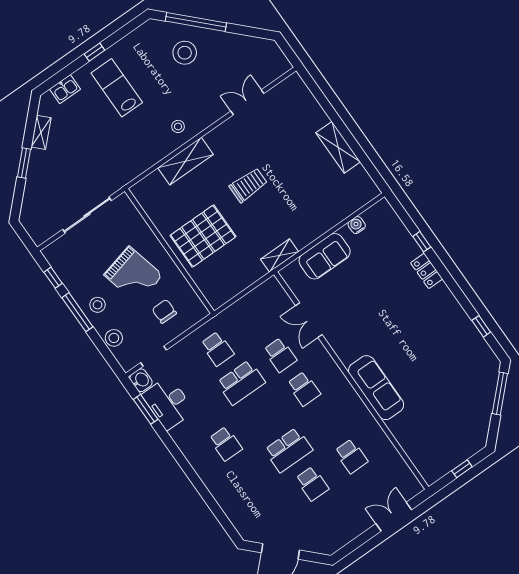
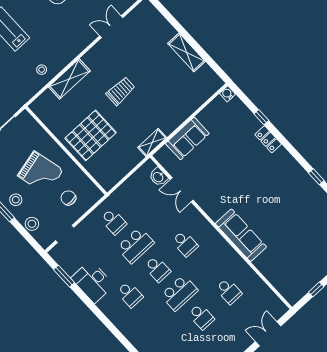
stool: (178, 126) -> (42, 70), moved
water cooler: (357, 225) -> (227, 94), moved
school desk: (280, 355) -> (157, 269), moved
washbasin: (141, 380) -> (158, 177), moved, turned 180
desk: (168, 403) -> (93, 282), moved

